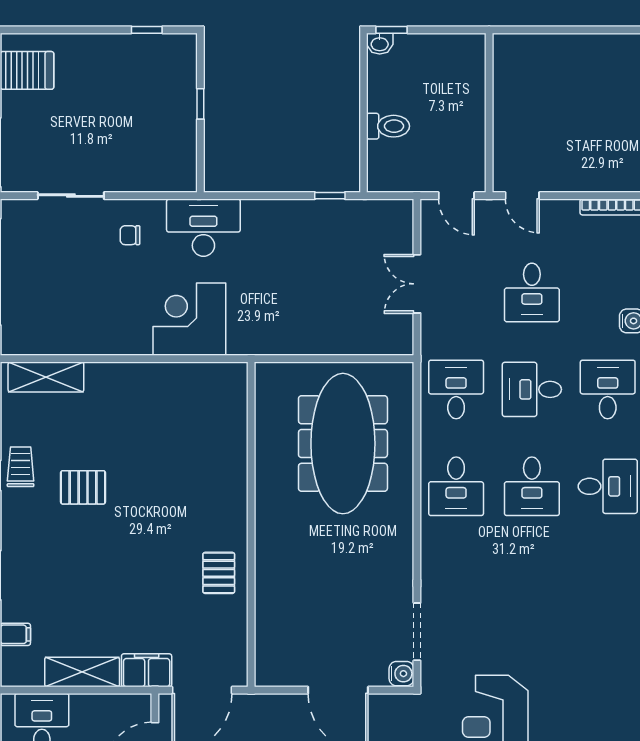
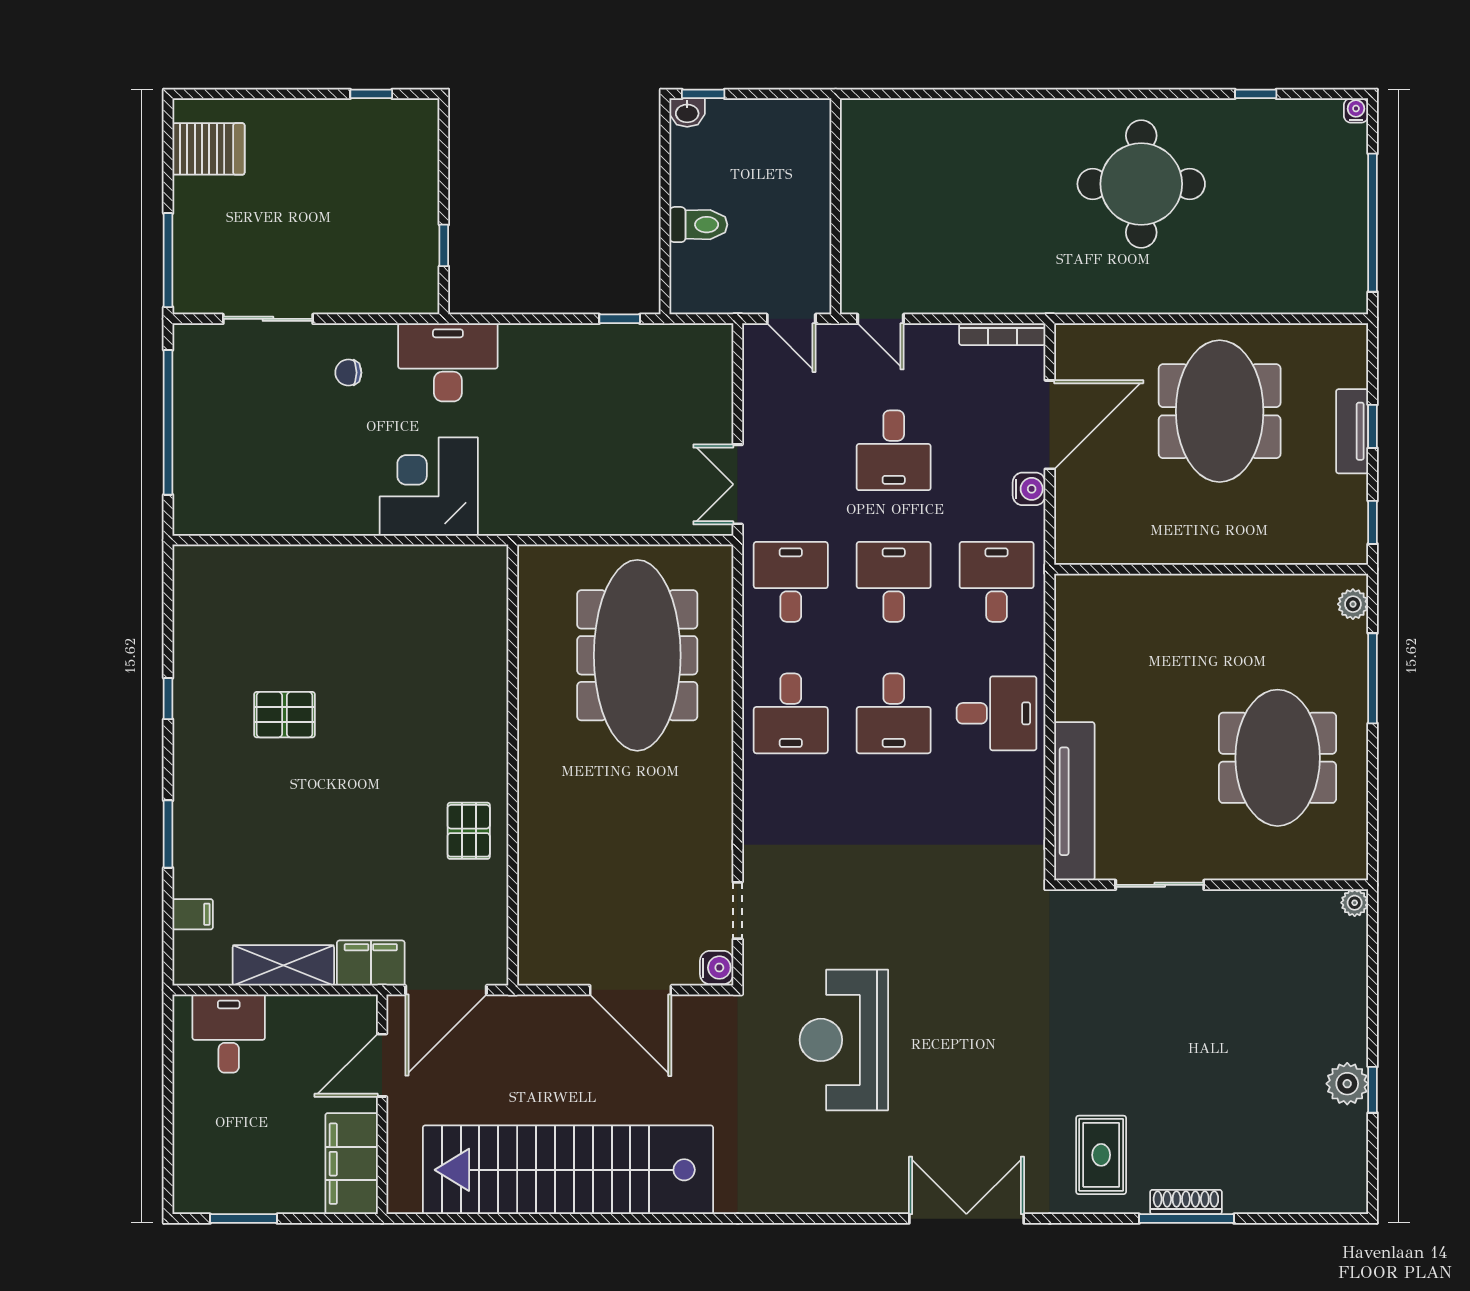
window: (200, 104) -> (444, 245), moved
double door: (417, 284) -> (738, 484), moved
shelving: (46, 377) -> (234, 565), removed
desk: (532, 389) -> (894, 582), turned 90
trolley: (21, 467) -> (200, 687), removed
doorway: (417, 632) -> (738, 911), width x0.73

